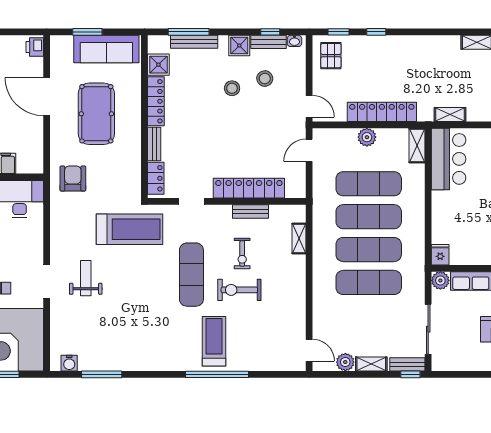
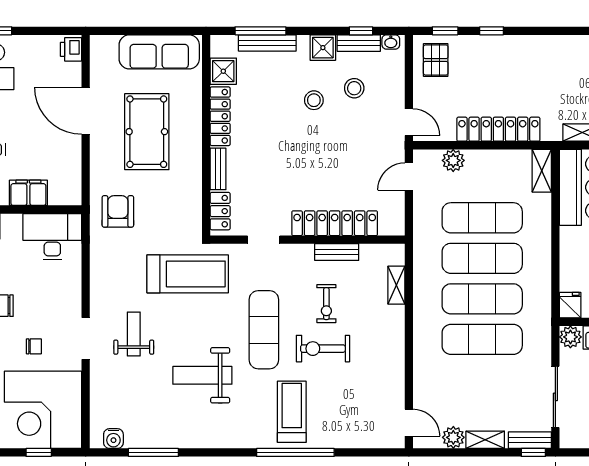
window: (87, 32) -> (136, 31), removed
plant: (367, 137) -> (453, 160), moved
weight bench: (141, 312) -> (202, 375), added

